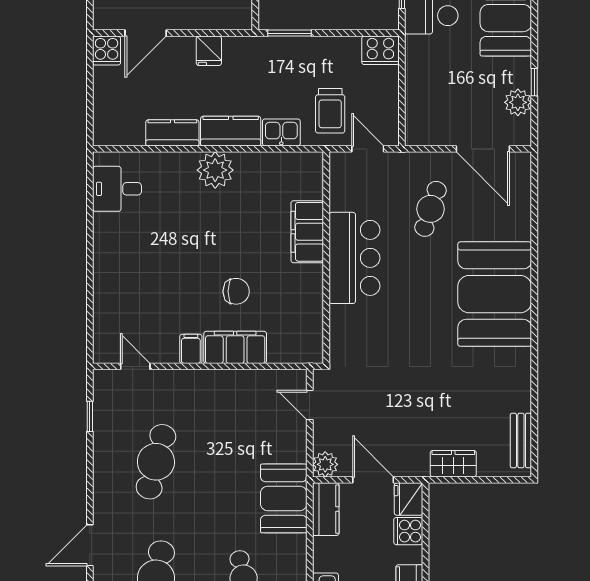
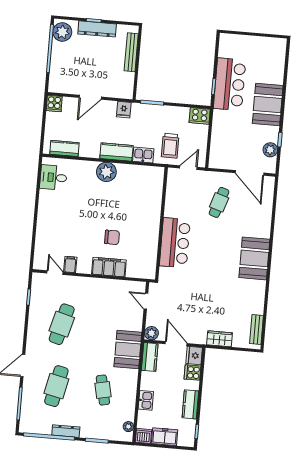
door: (146, 33) -> (90, 97), moved
fridge: (209, 51) -> (124, 110), moved
kitchen counter: (172, 133) -> (64, 148), moved
door: (368, 149) -> (188, 168), hinge flipped
filing cabinet: (307, 232) -> (153, 209), removed
bar counter: (354, 258) -> (175, 243), moved
booth: (495, 294) -> (254, 258), width x0.73, depth x0.70
filing cabinet: (191, 349) -> (70, 264), moved

